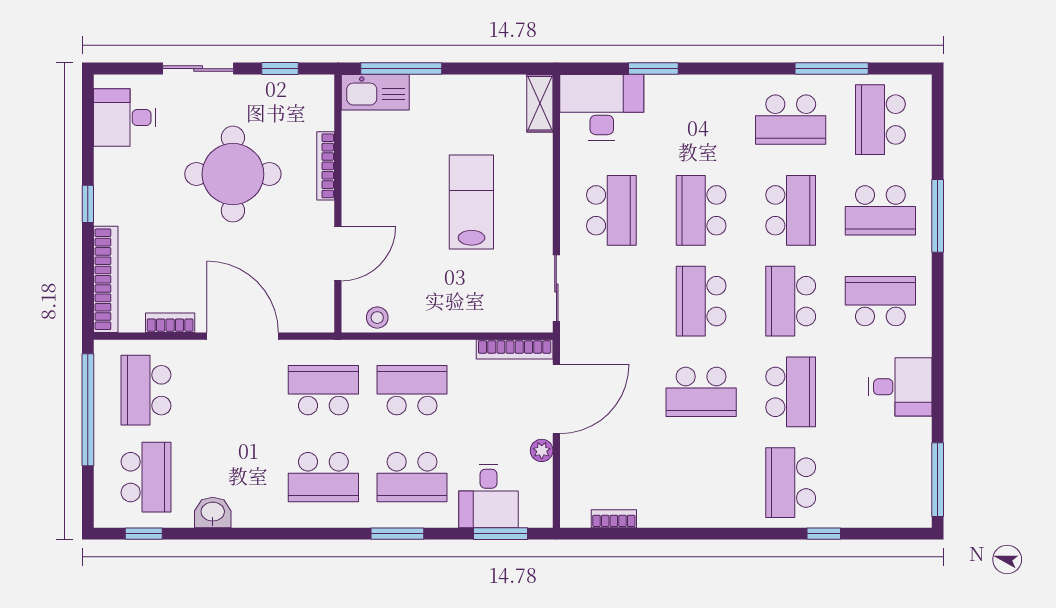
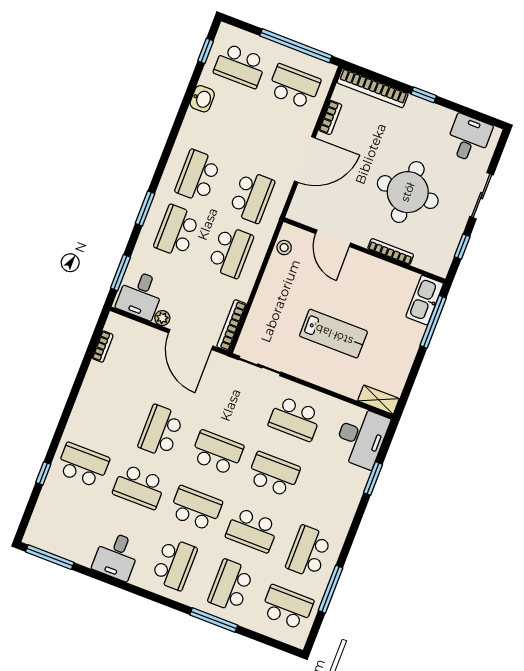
desk: (488, 496) -> (140, 295), moved, turned -90

